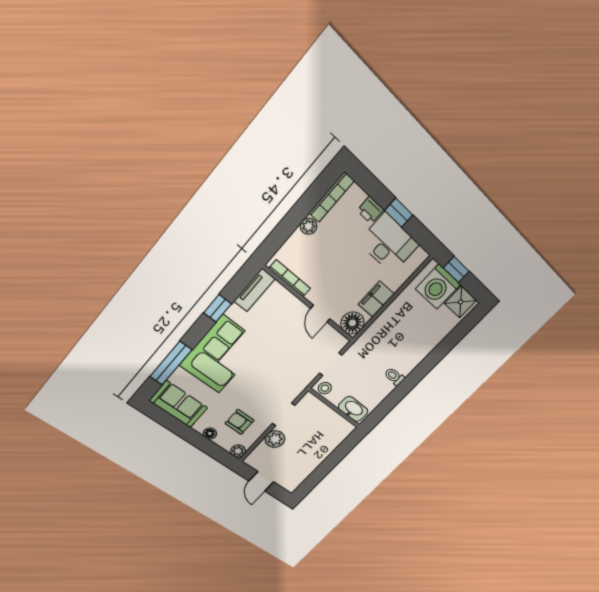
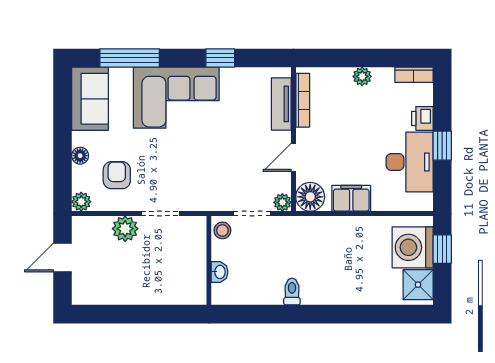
bookcase: (332, 197) -> (414, 75), width x0.64
tv unit: (254, 290) -> (281, 104), moved, turned 90
plant: (340, 342) -> (282, 202), added
washbasin: (353, 409) -> (220, 272), width x0.52, depth x0.69

